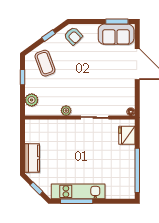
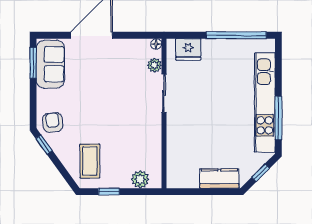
window: (49, 36) -> (44, 145), moved
armchair: (73, 36) -> (53, 123), turned -53
coffee table: (45, 63) -> (90, 161), turned -70
plant: (66, 111) -> (155, 65), moved
kitchen unit: (78, 191) -> (265, 102), width x1.36

